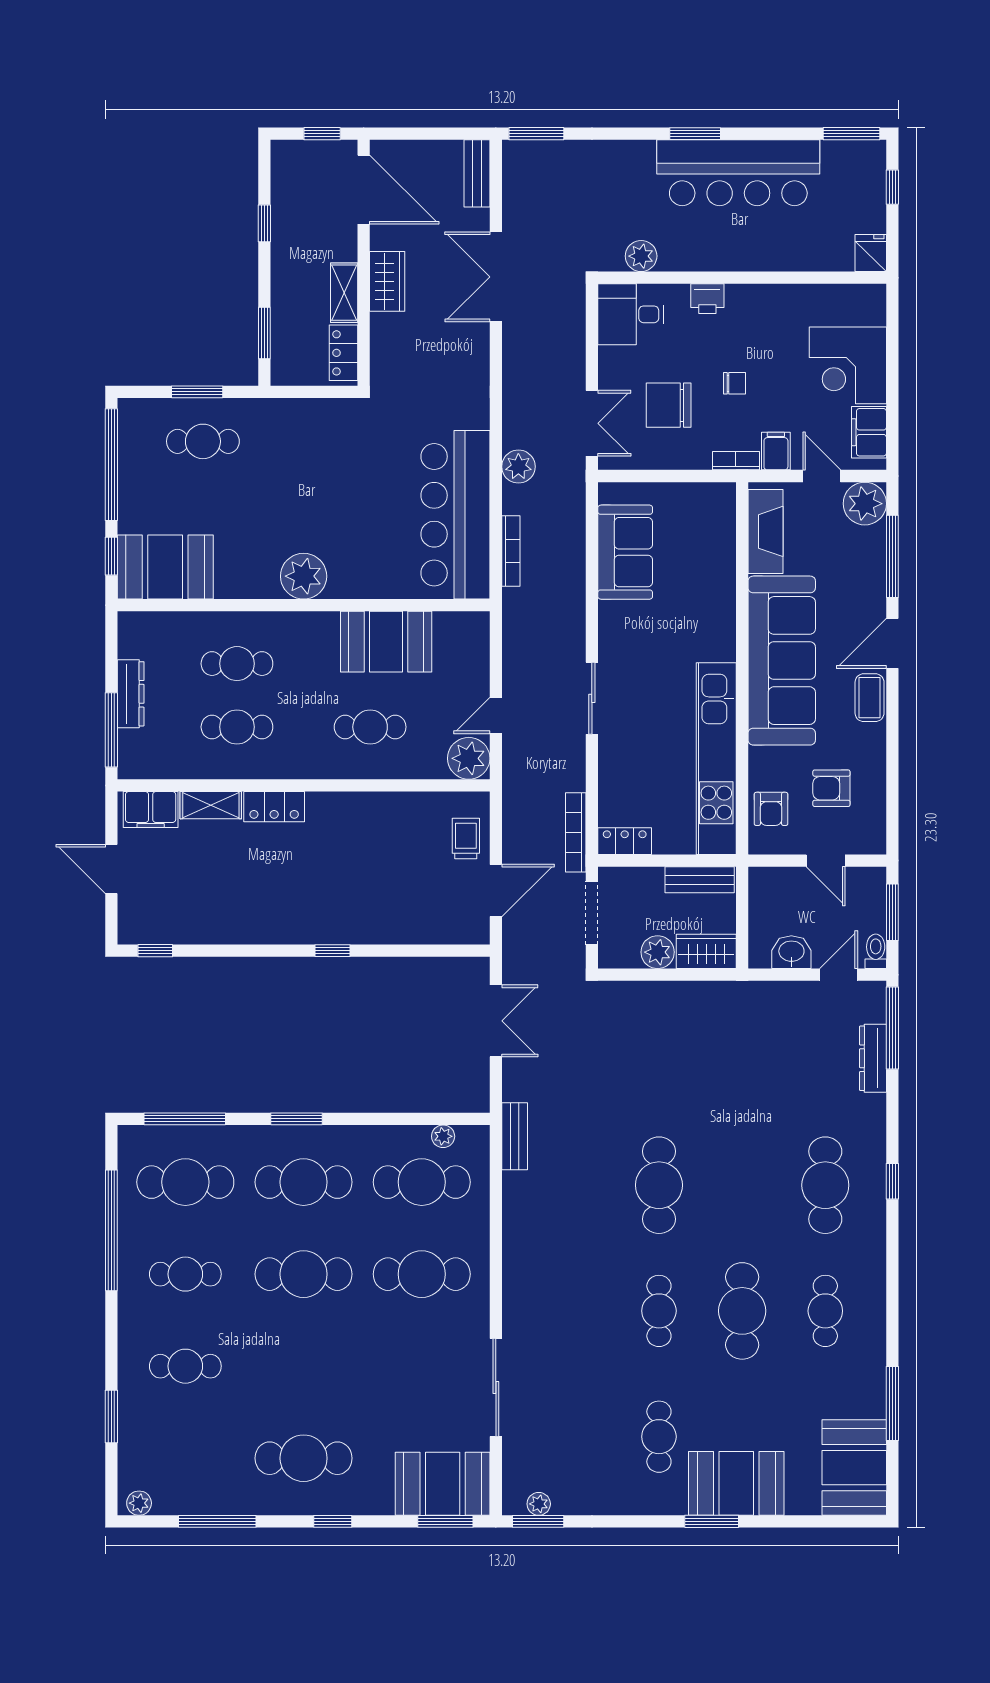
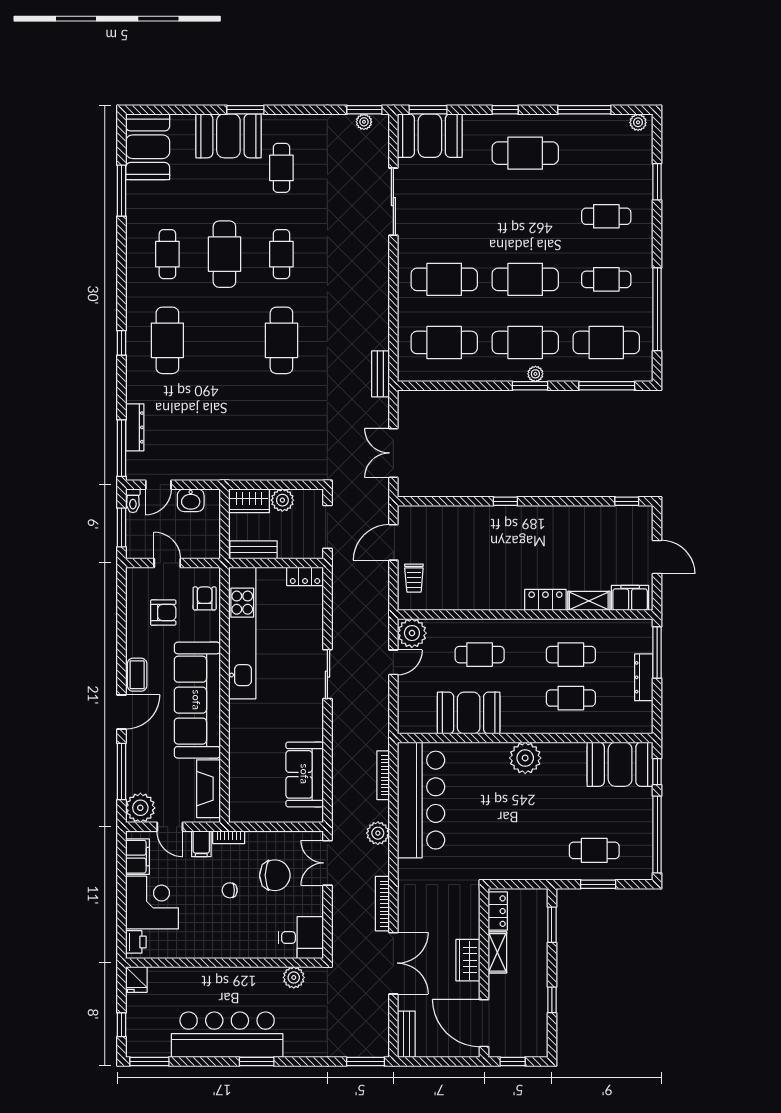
printer: (707, 299) -> (136, 942), moved, turned 90
bookcase: (576, 832) -> (382, 904), moved, turned 180
plant: (443, 1136) -> (535, 374), moved

